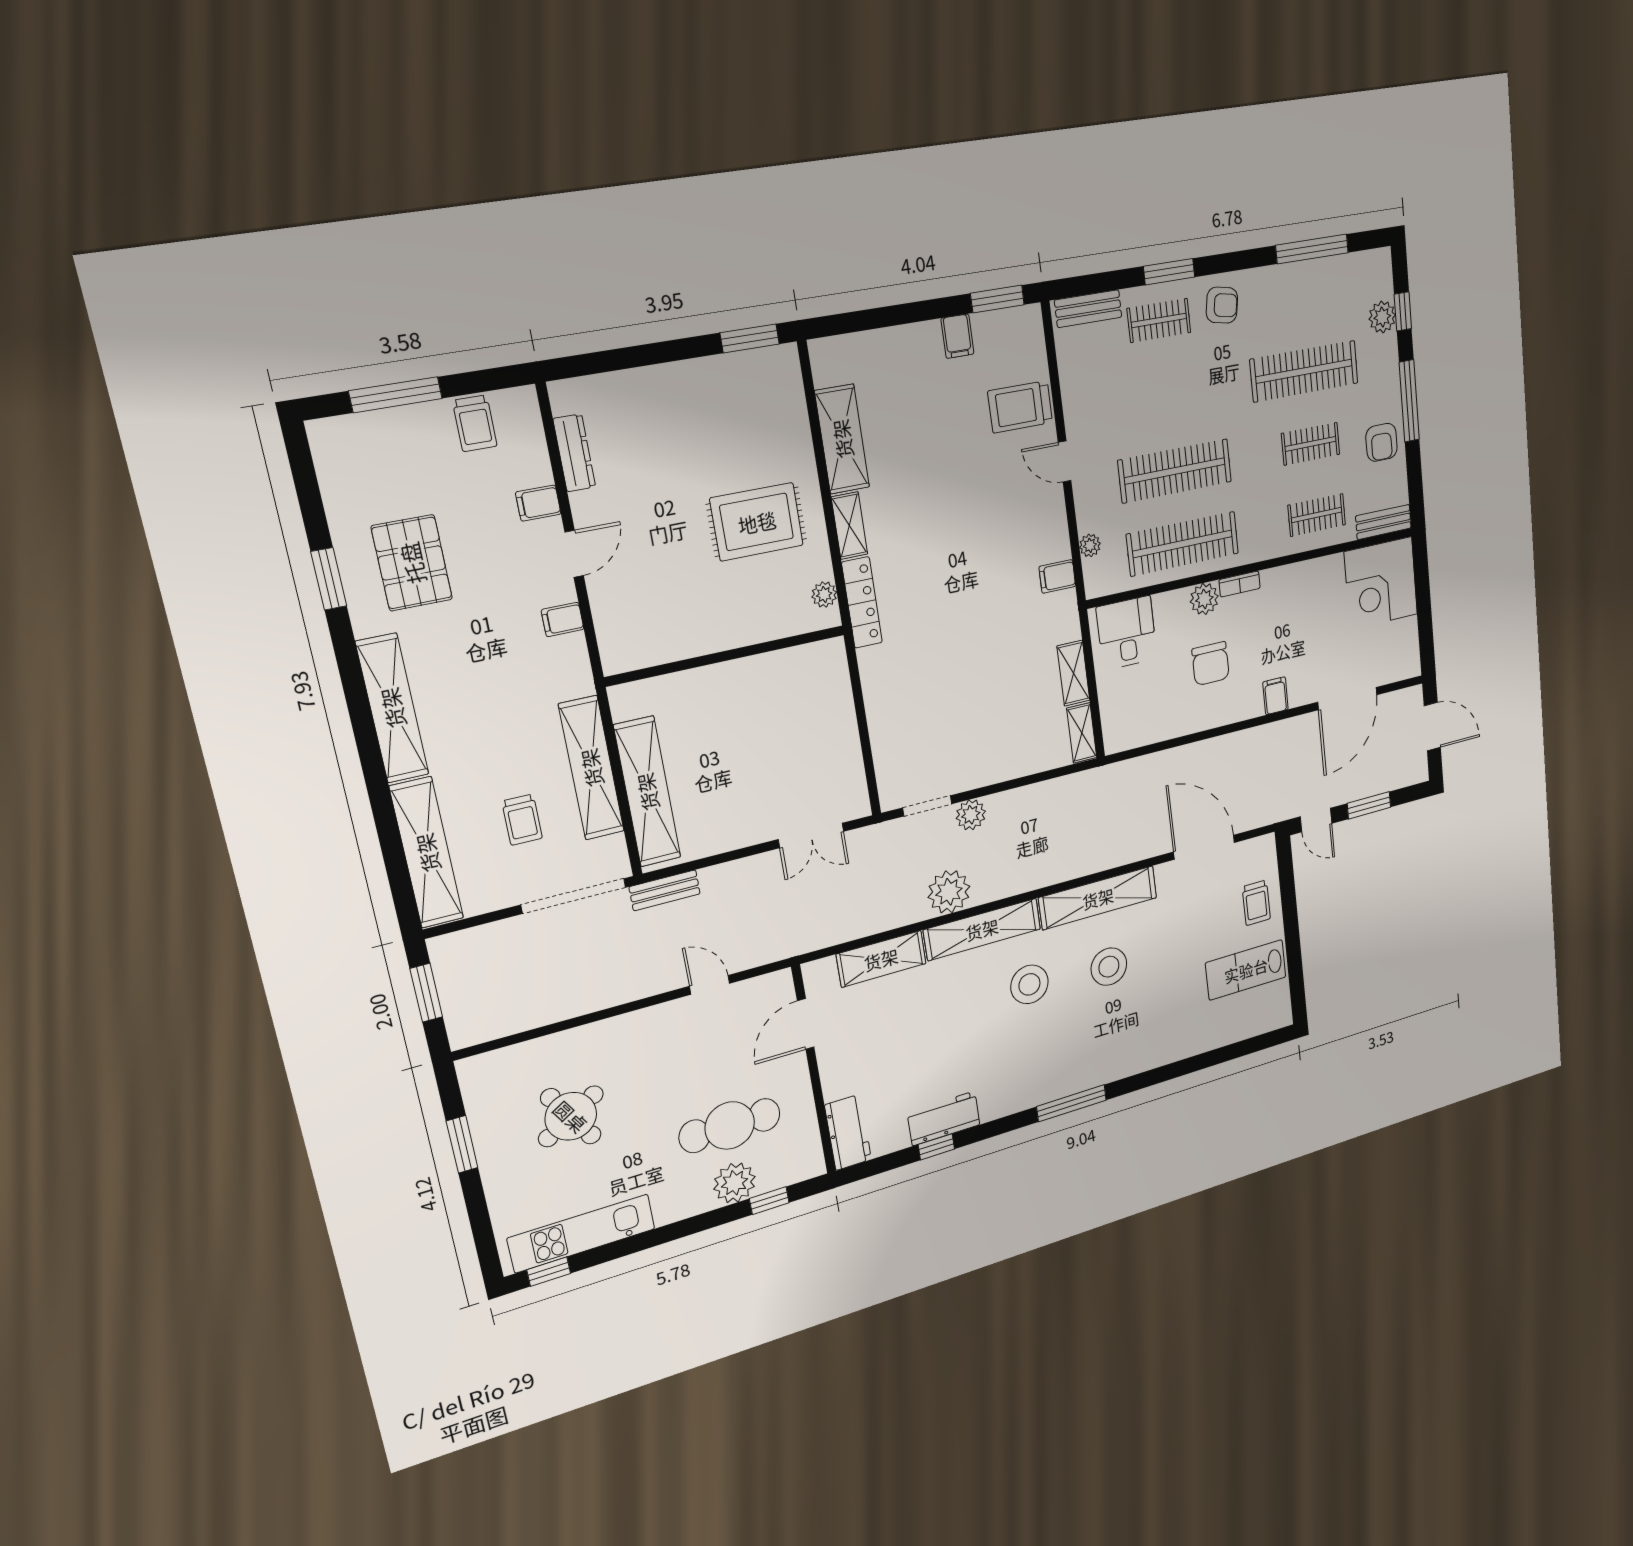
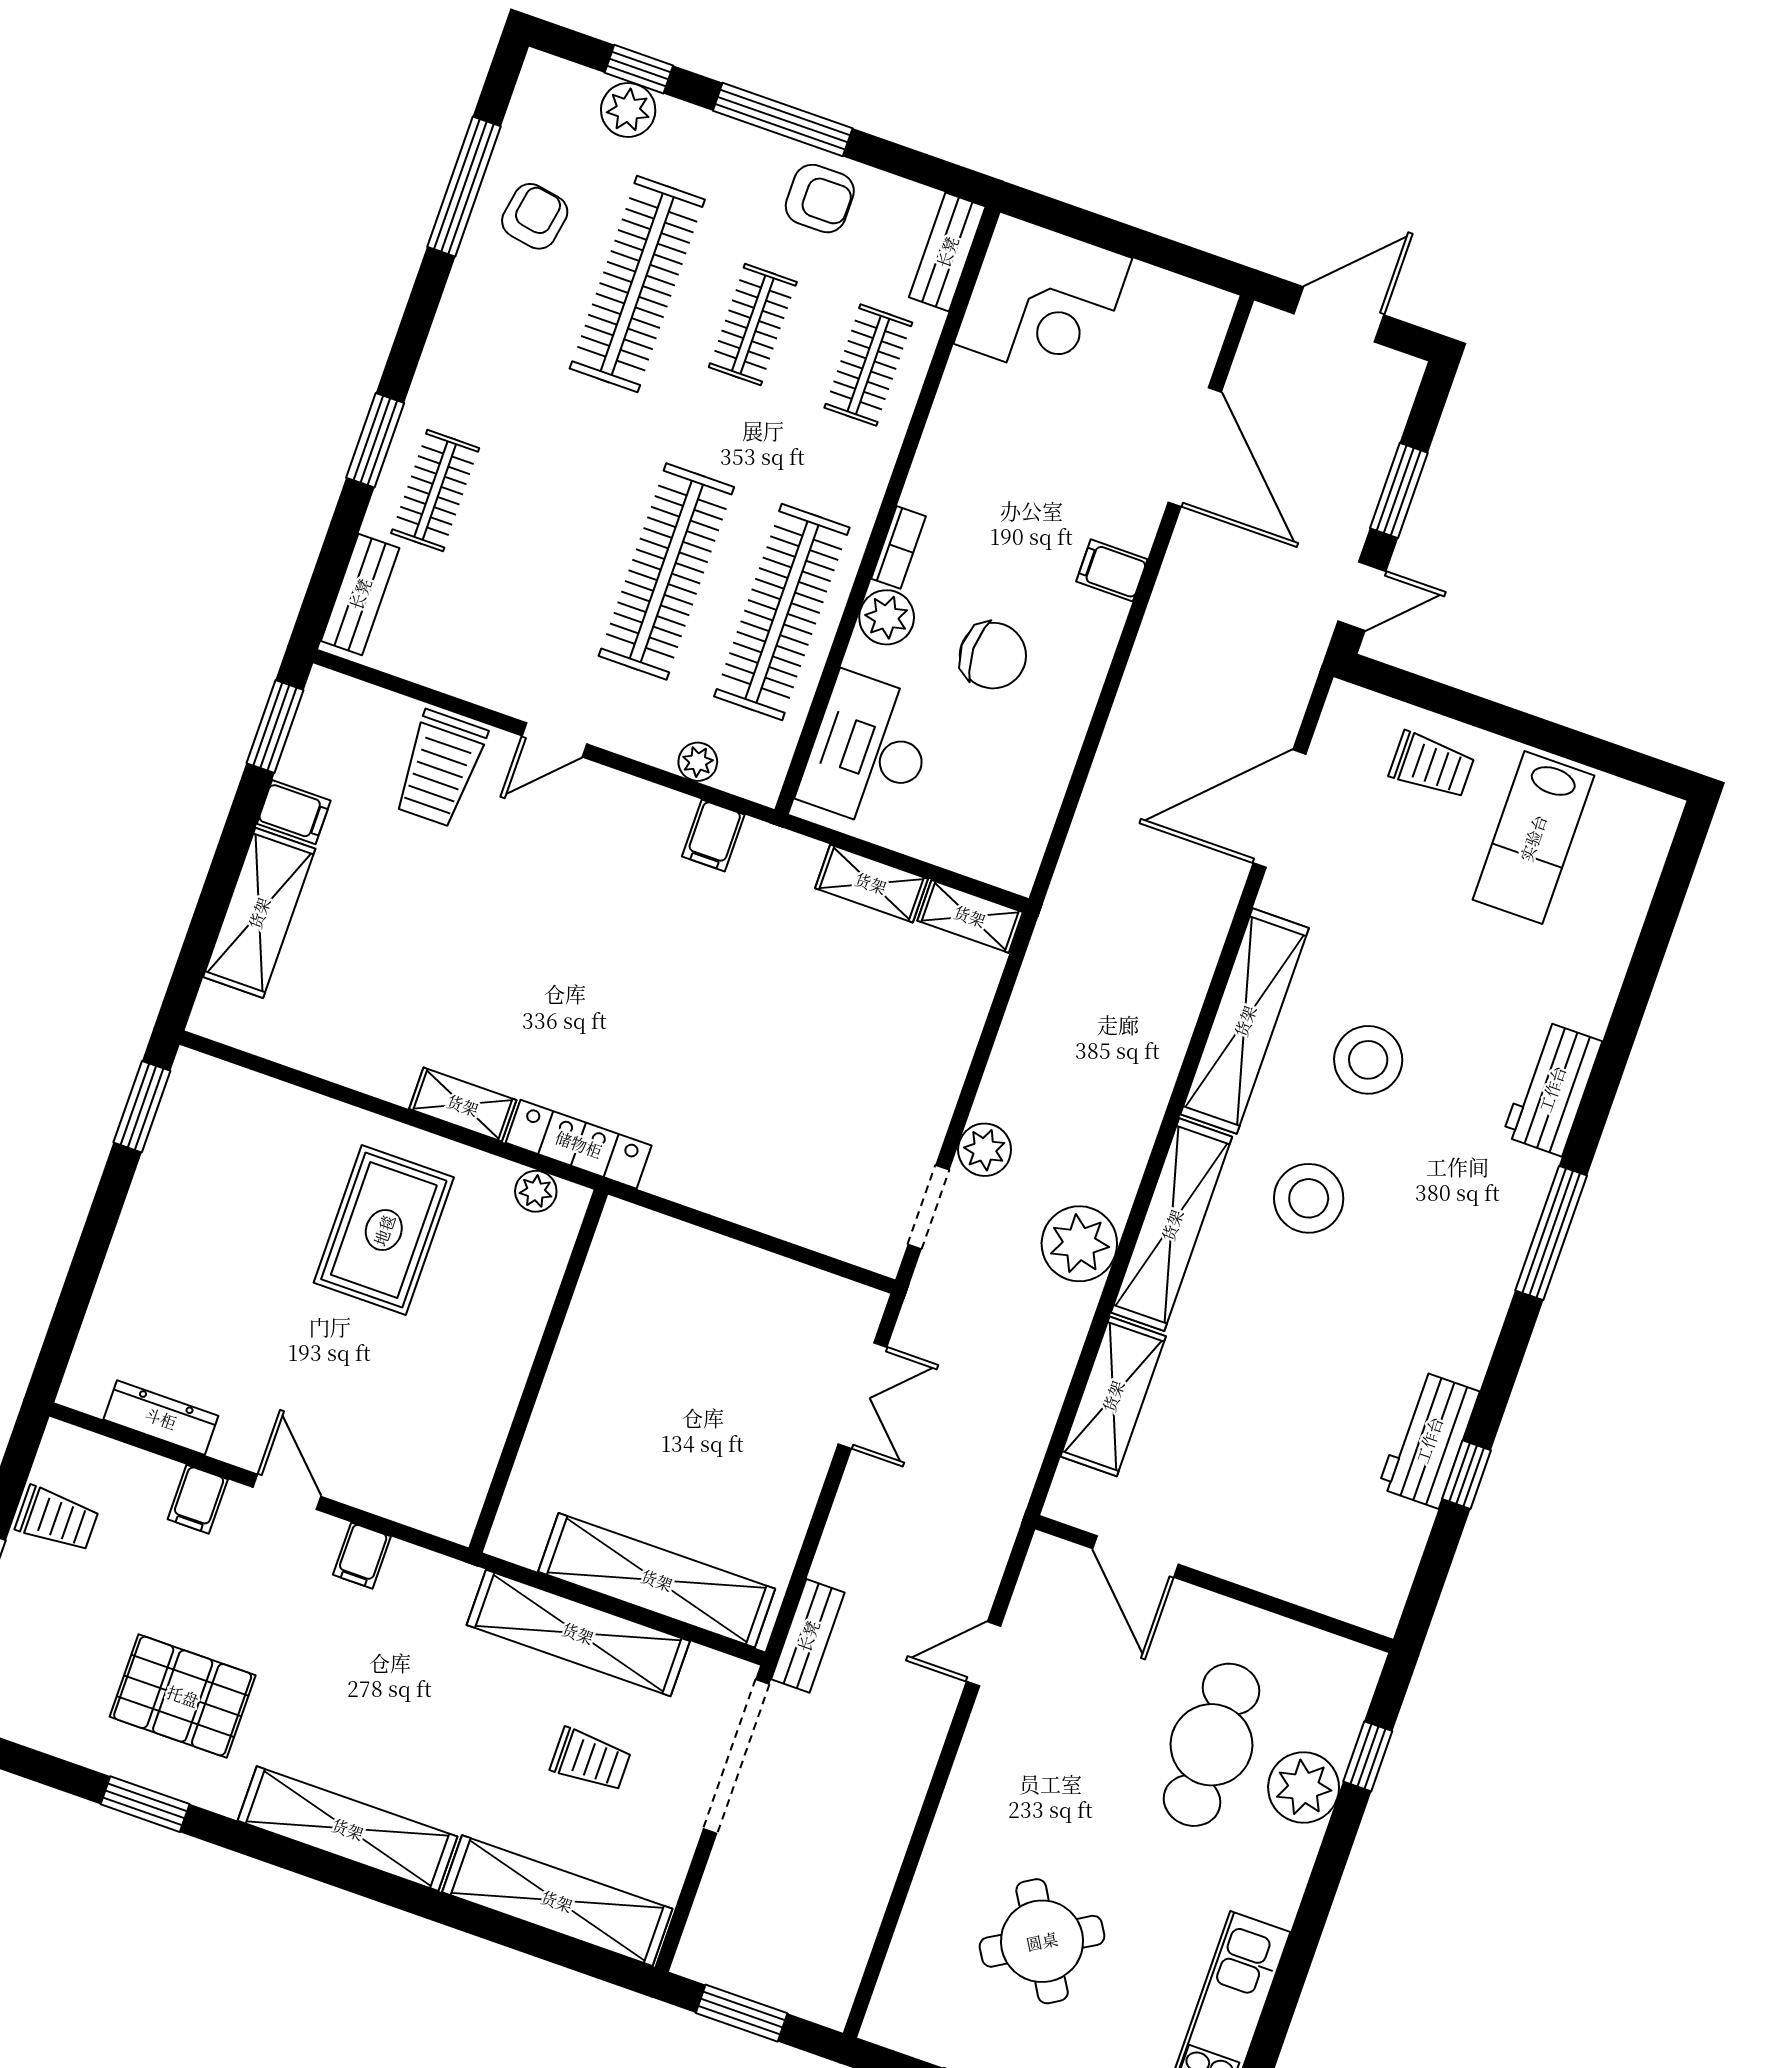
armchair: (1222, 305) -> (535, 216), moved
shelving: (842, 439) -> (259, 913), moved, turned 90
desk: (1127, 633) -> (869, 751), width x1.37
workbench: (848, 1132) -> (1552, 1089), moved, turned -90

